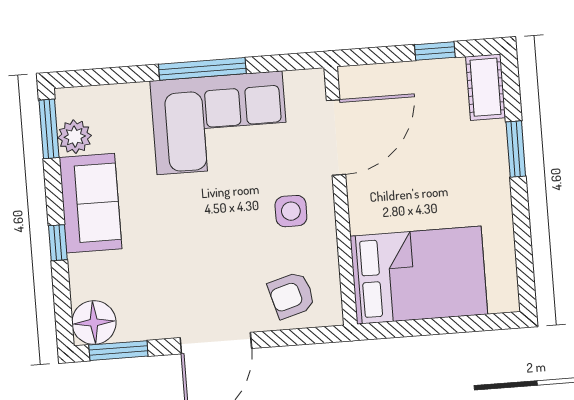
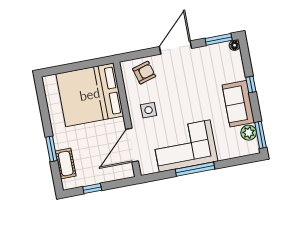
cot: (486, 87) -> (66, 164), moved
bed: (419, 275) -> (90, 95), width x1.36
floor lamp: (94, 322) -> (235, 45), width x0.53, depth x0.53

